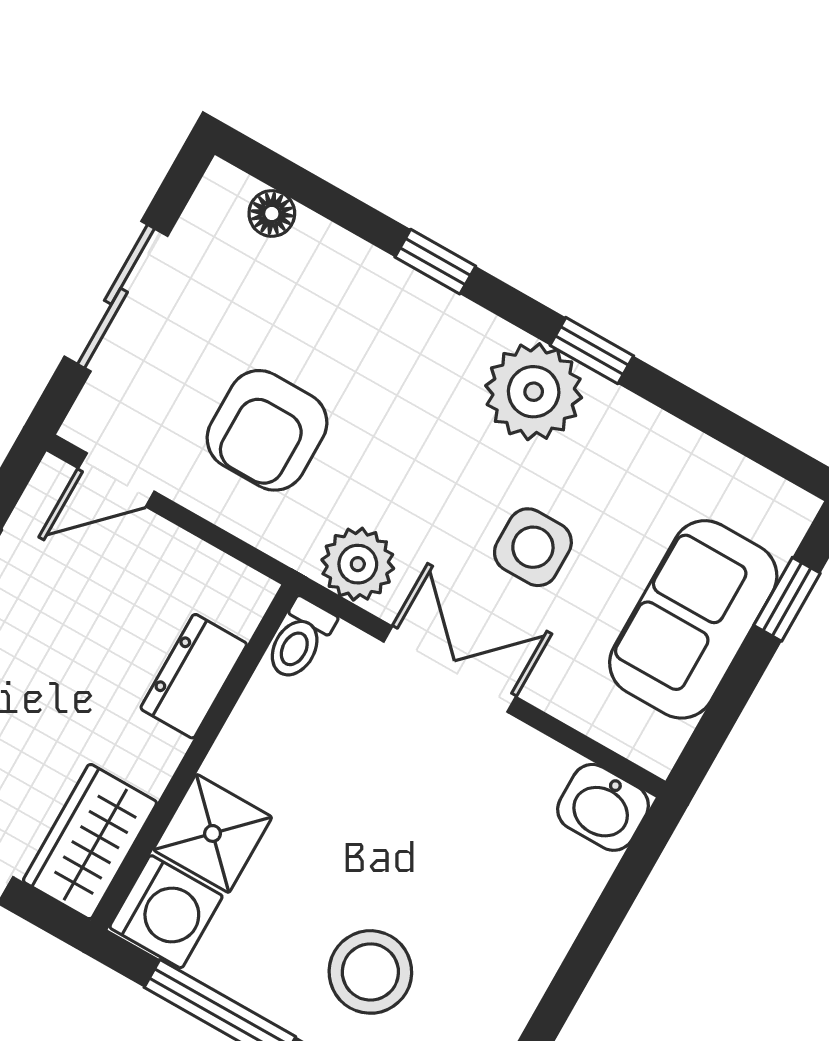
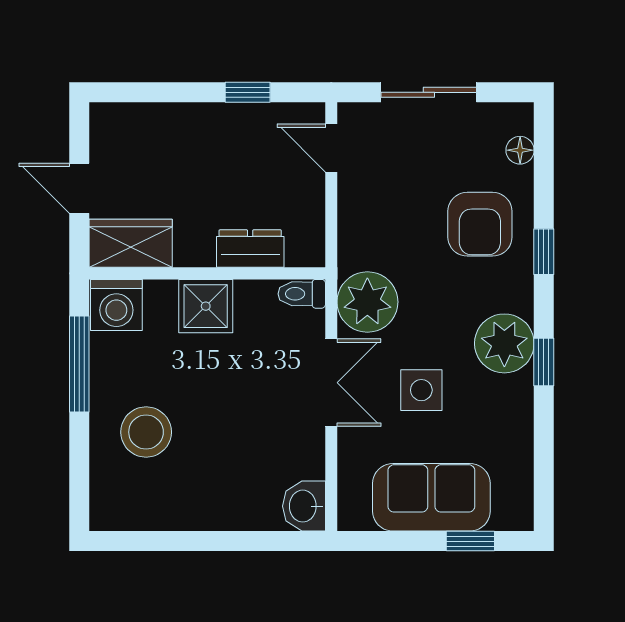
armchair: (267, 430) -> (480, 224), moved, turned -90
plant: (358, 564) -> (367, 302), width x1.36, depth x1.36
shower: (213, 833) -> (206, 306), moved

